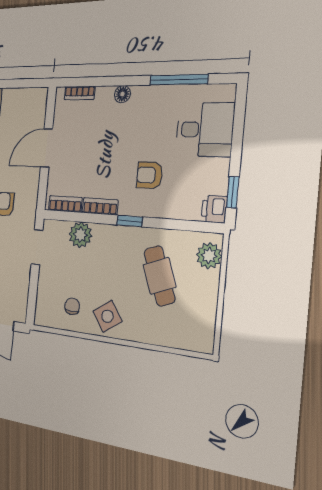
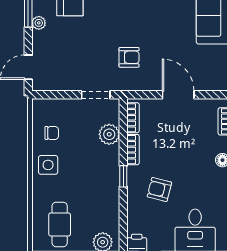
armchair: (150, 175) -> (159, 190), turned -76
cafe table: (159, 276) -> (60, 224), moved, turned -69
side table: (107, 316) -> (48, 165), turned 35

